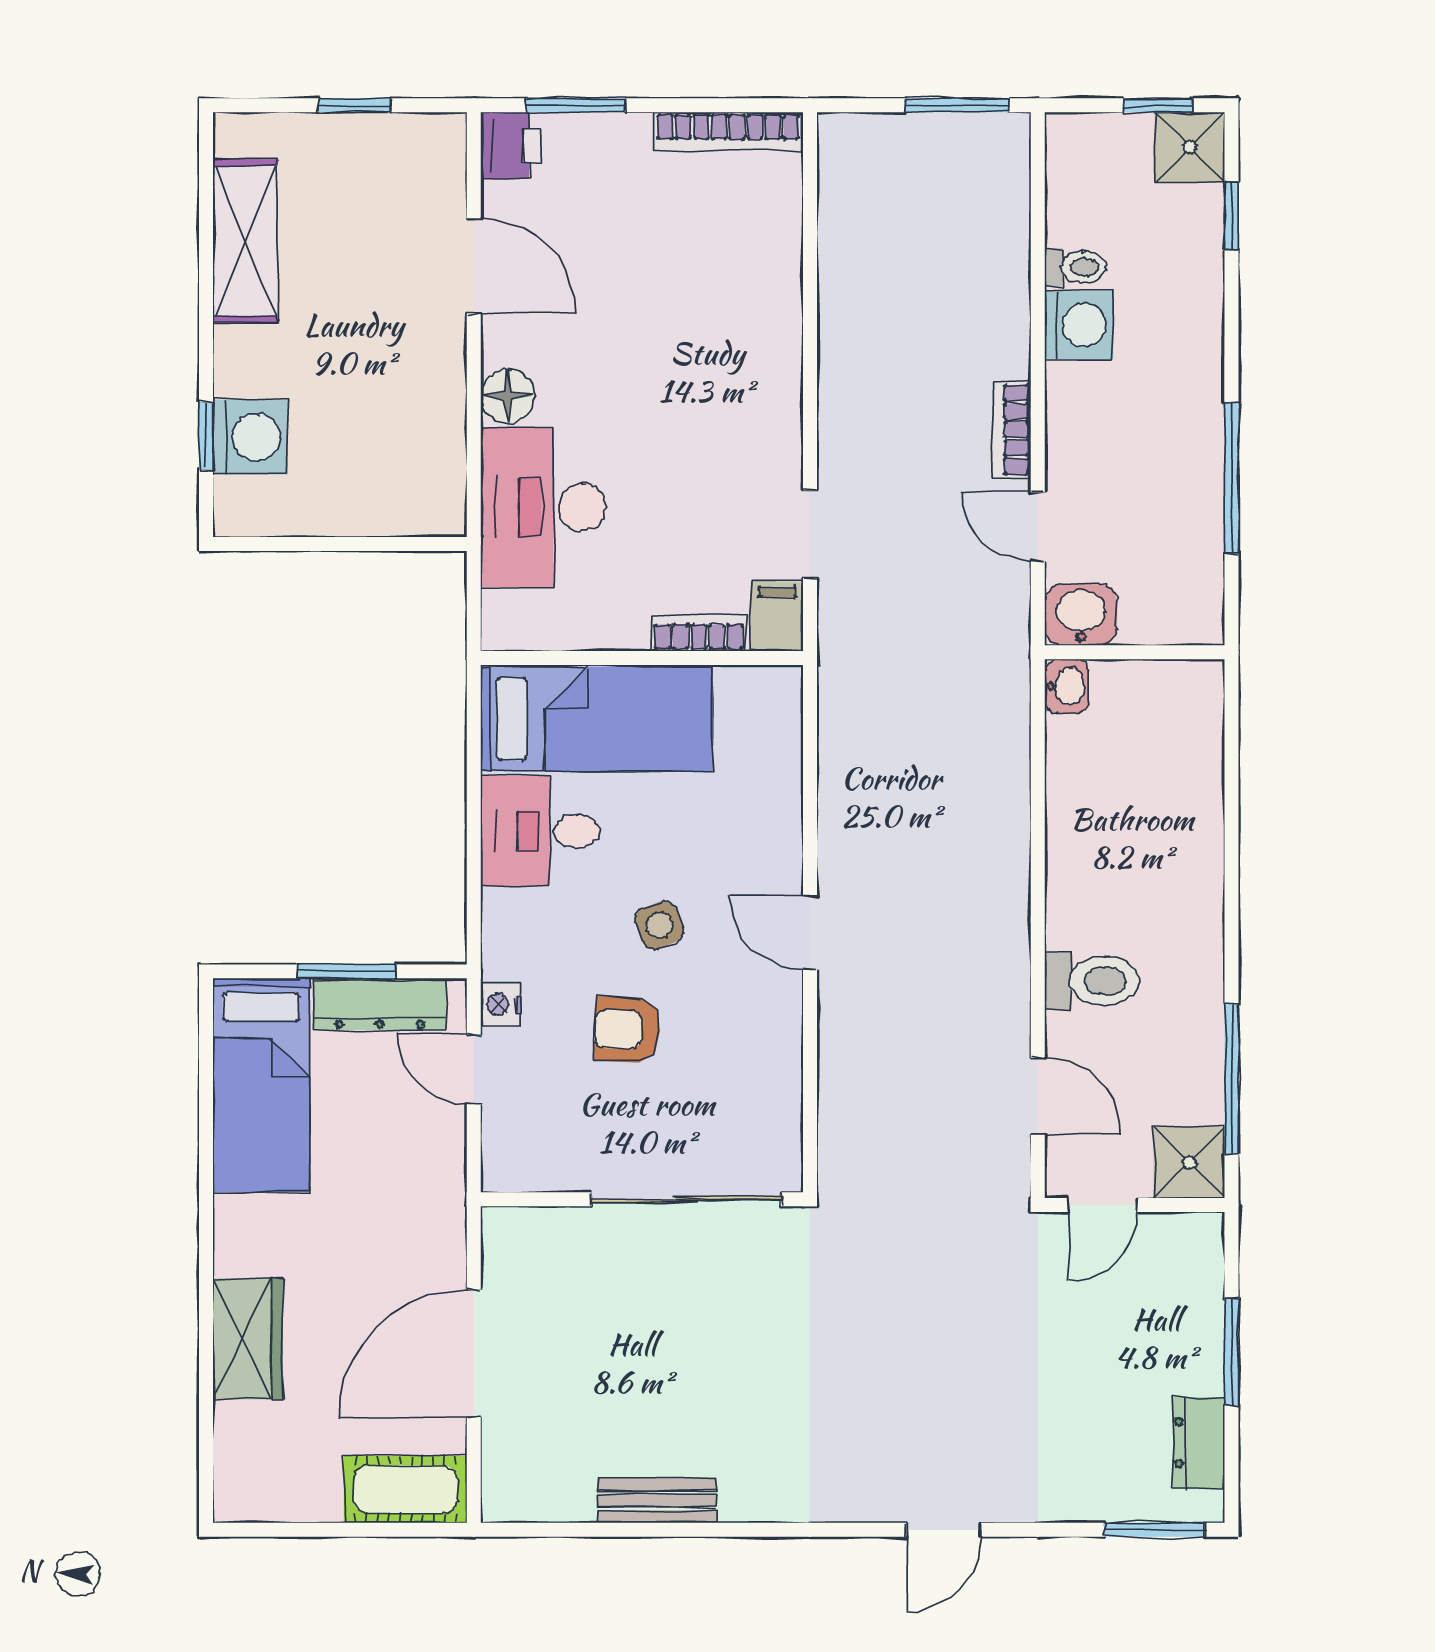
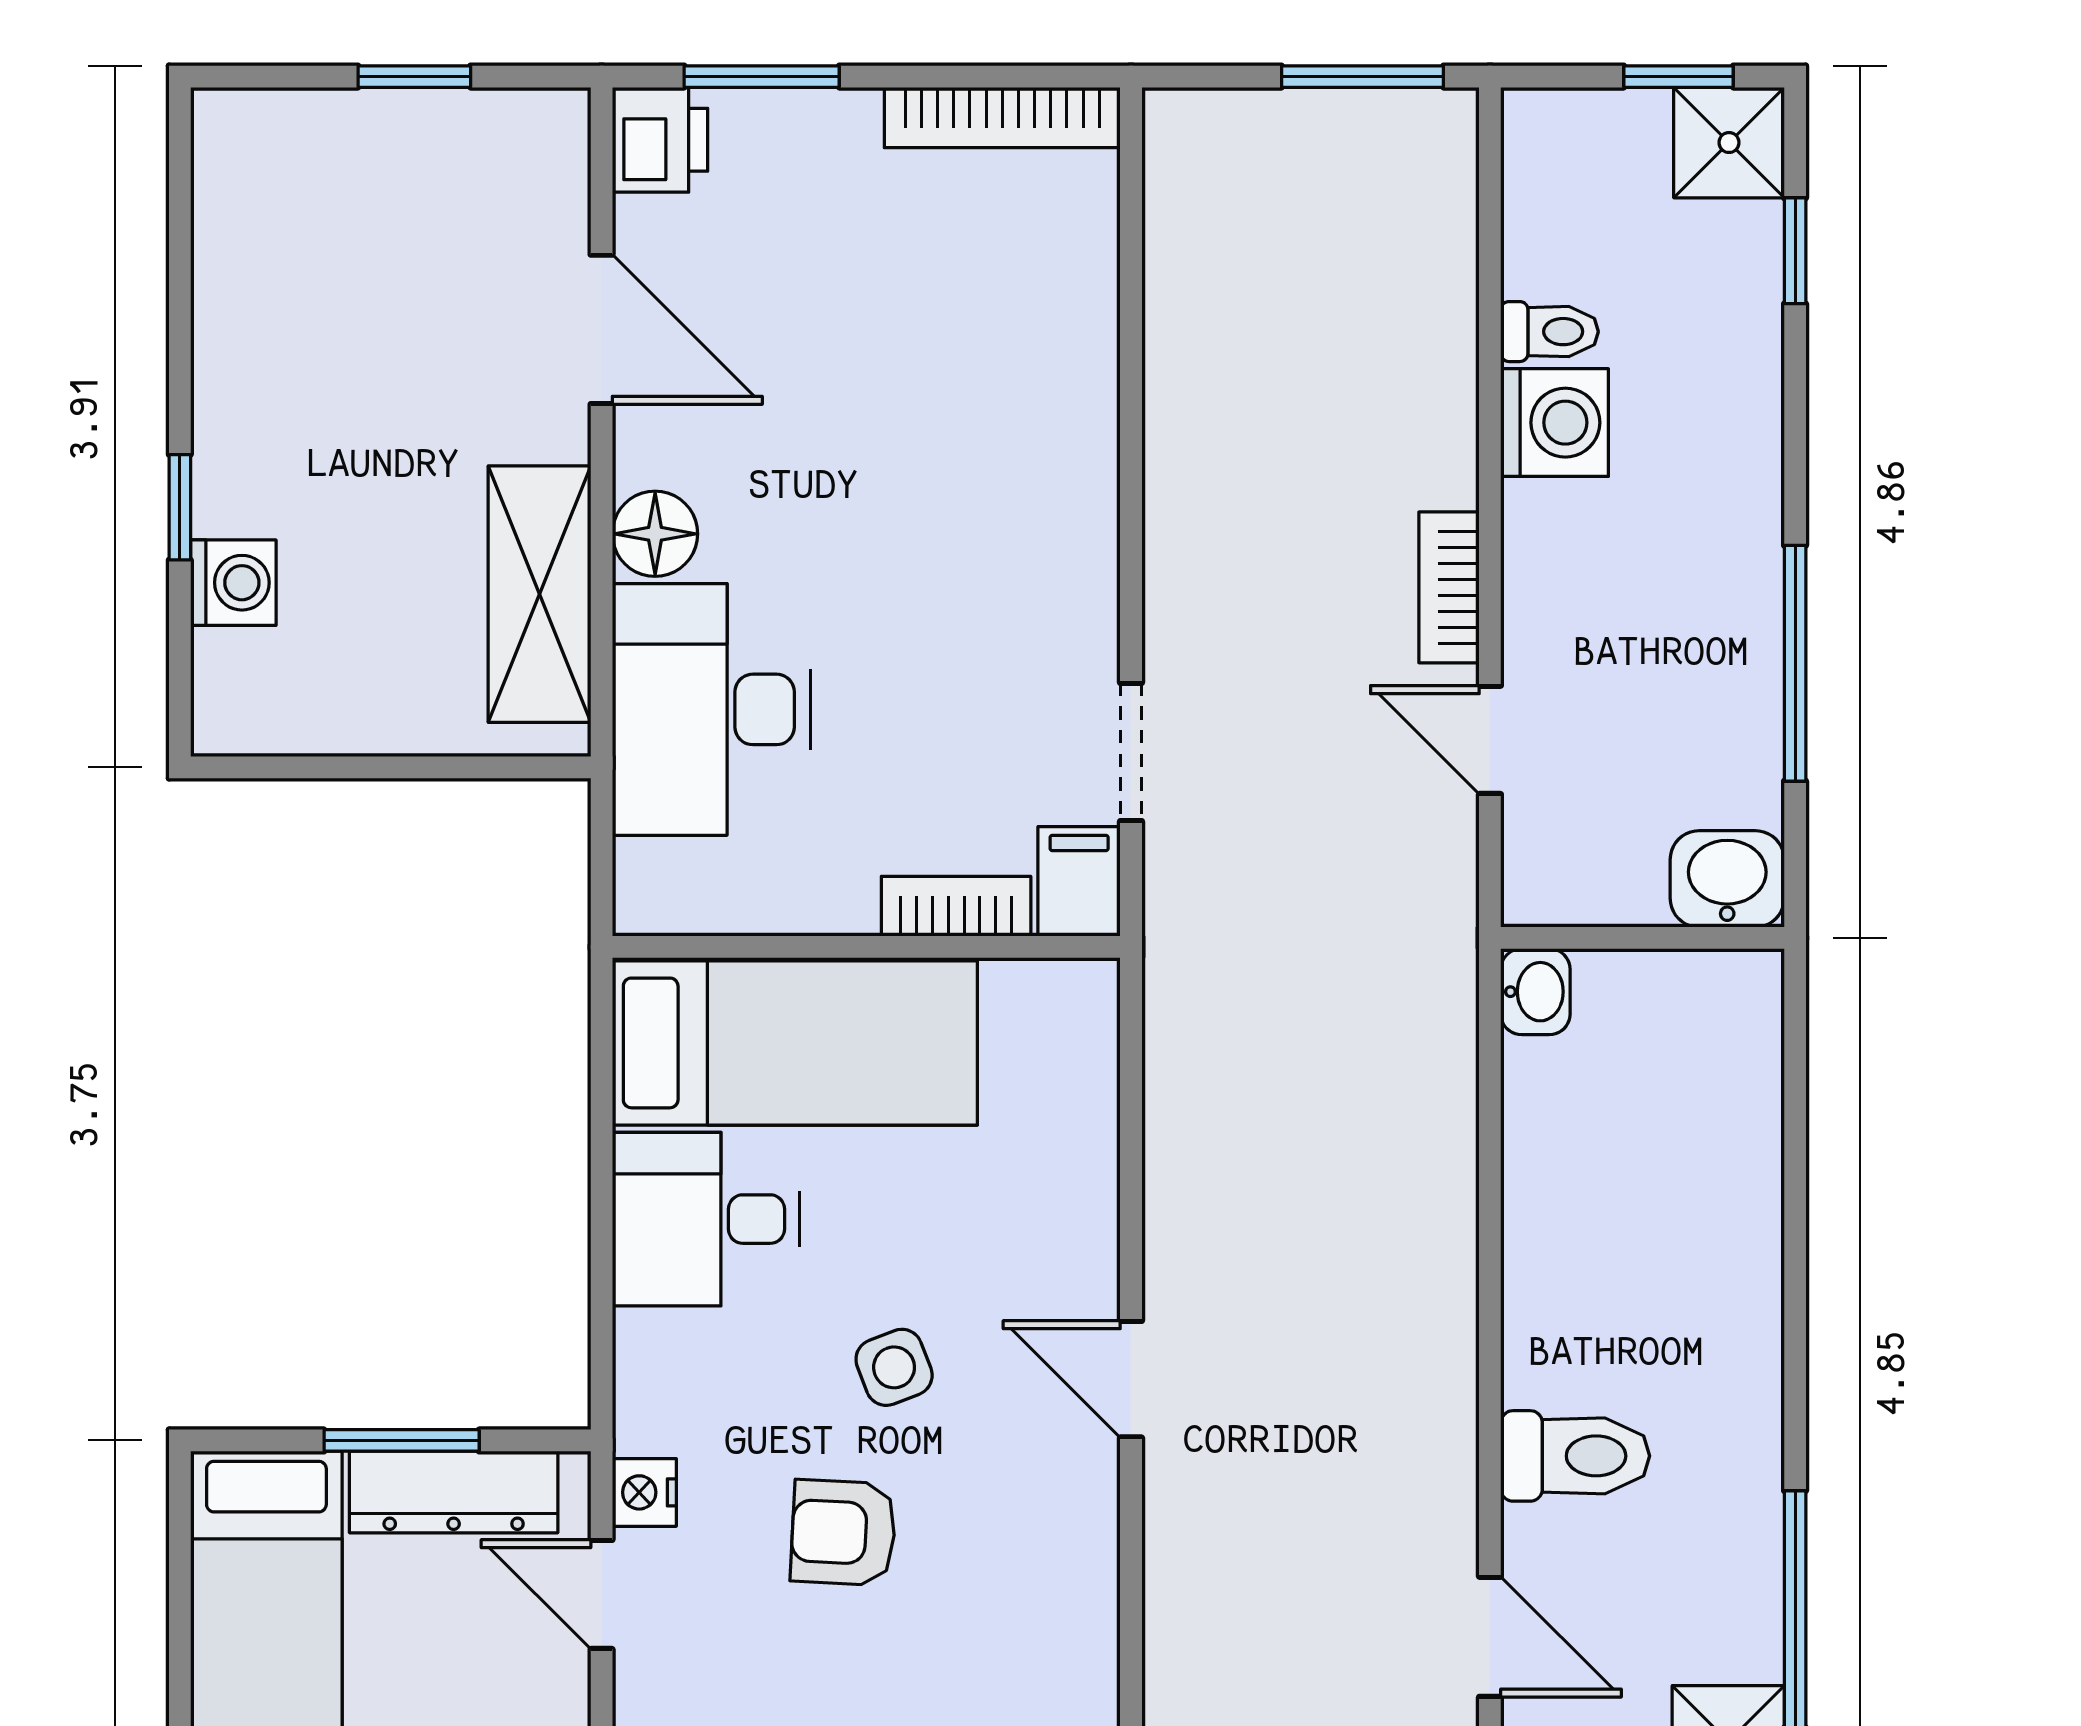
shelving: (245, 241) -> (539, 594), moved
window: (206, 436) -> (180, 507), moved
washing machine: (250, 437) -> (233, 583), width x0.73, depth x0.73
washbasin: (1081, 615) -> (1727, 879), moved

